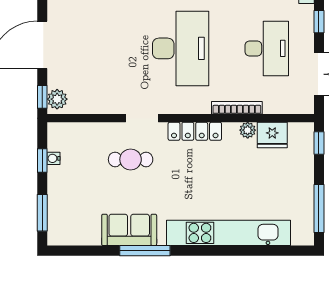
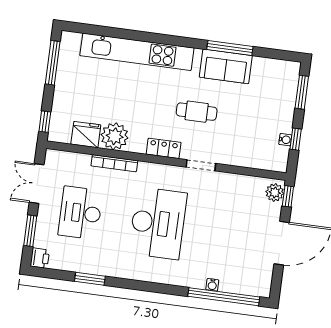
window: (319, 22) -> (30, 231), width x1.50
desk: (181, 48) -> (158, 223), turned 180
plant: (248, 130) -> (115, 136), width x1.87, depth x1.87
locker: (195, 131) -> (164, 148), width x0.66
cafe table: (131, 159) -> (197, 112), moved
window: (145, 251) -> (230, 48), moved

